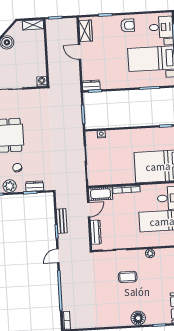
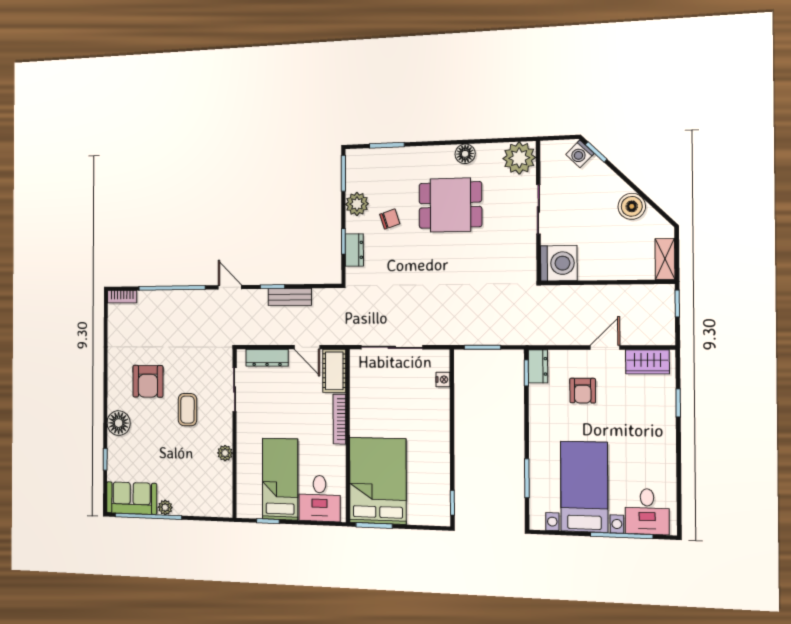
armchair: (128, 25) -> (583, 391), moved
washing machine: (42, 81) -> (559, 263), width x1.89, depth x1.89
armchair: (113, 302) -> (148, 381), added

